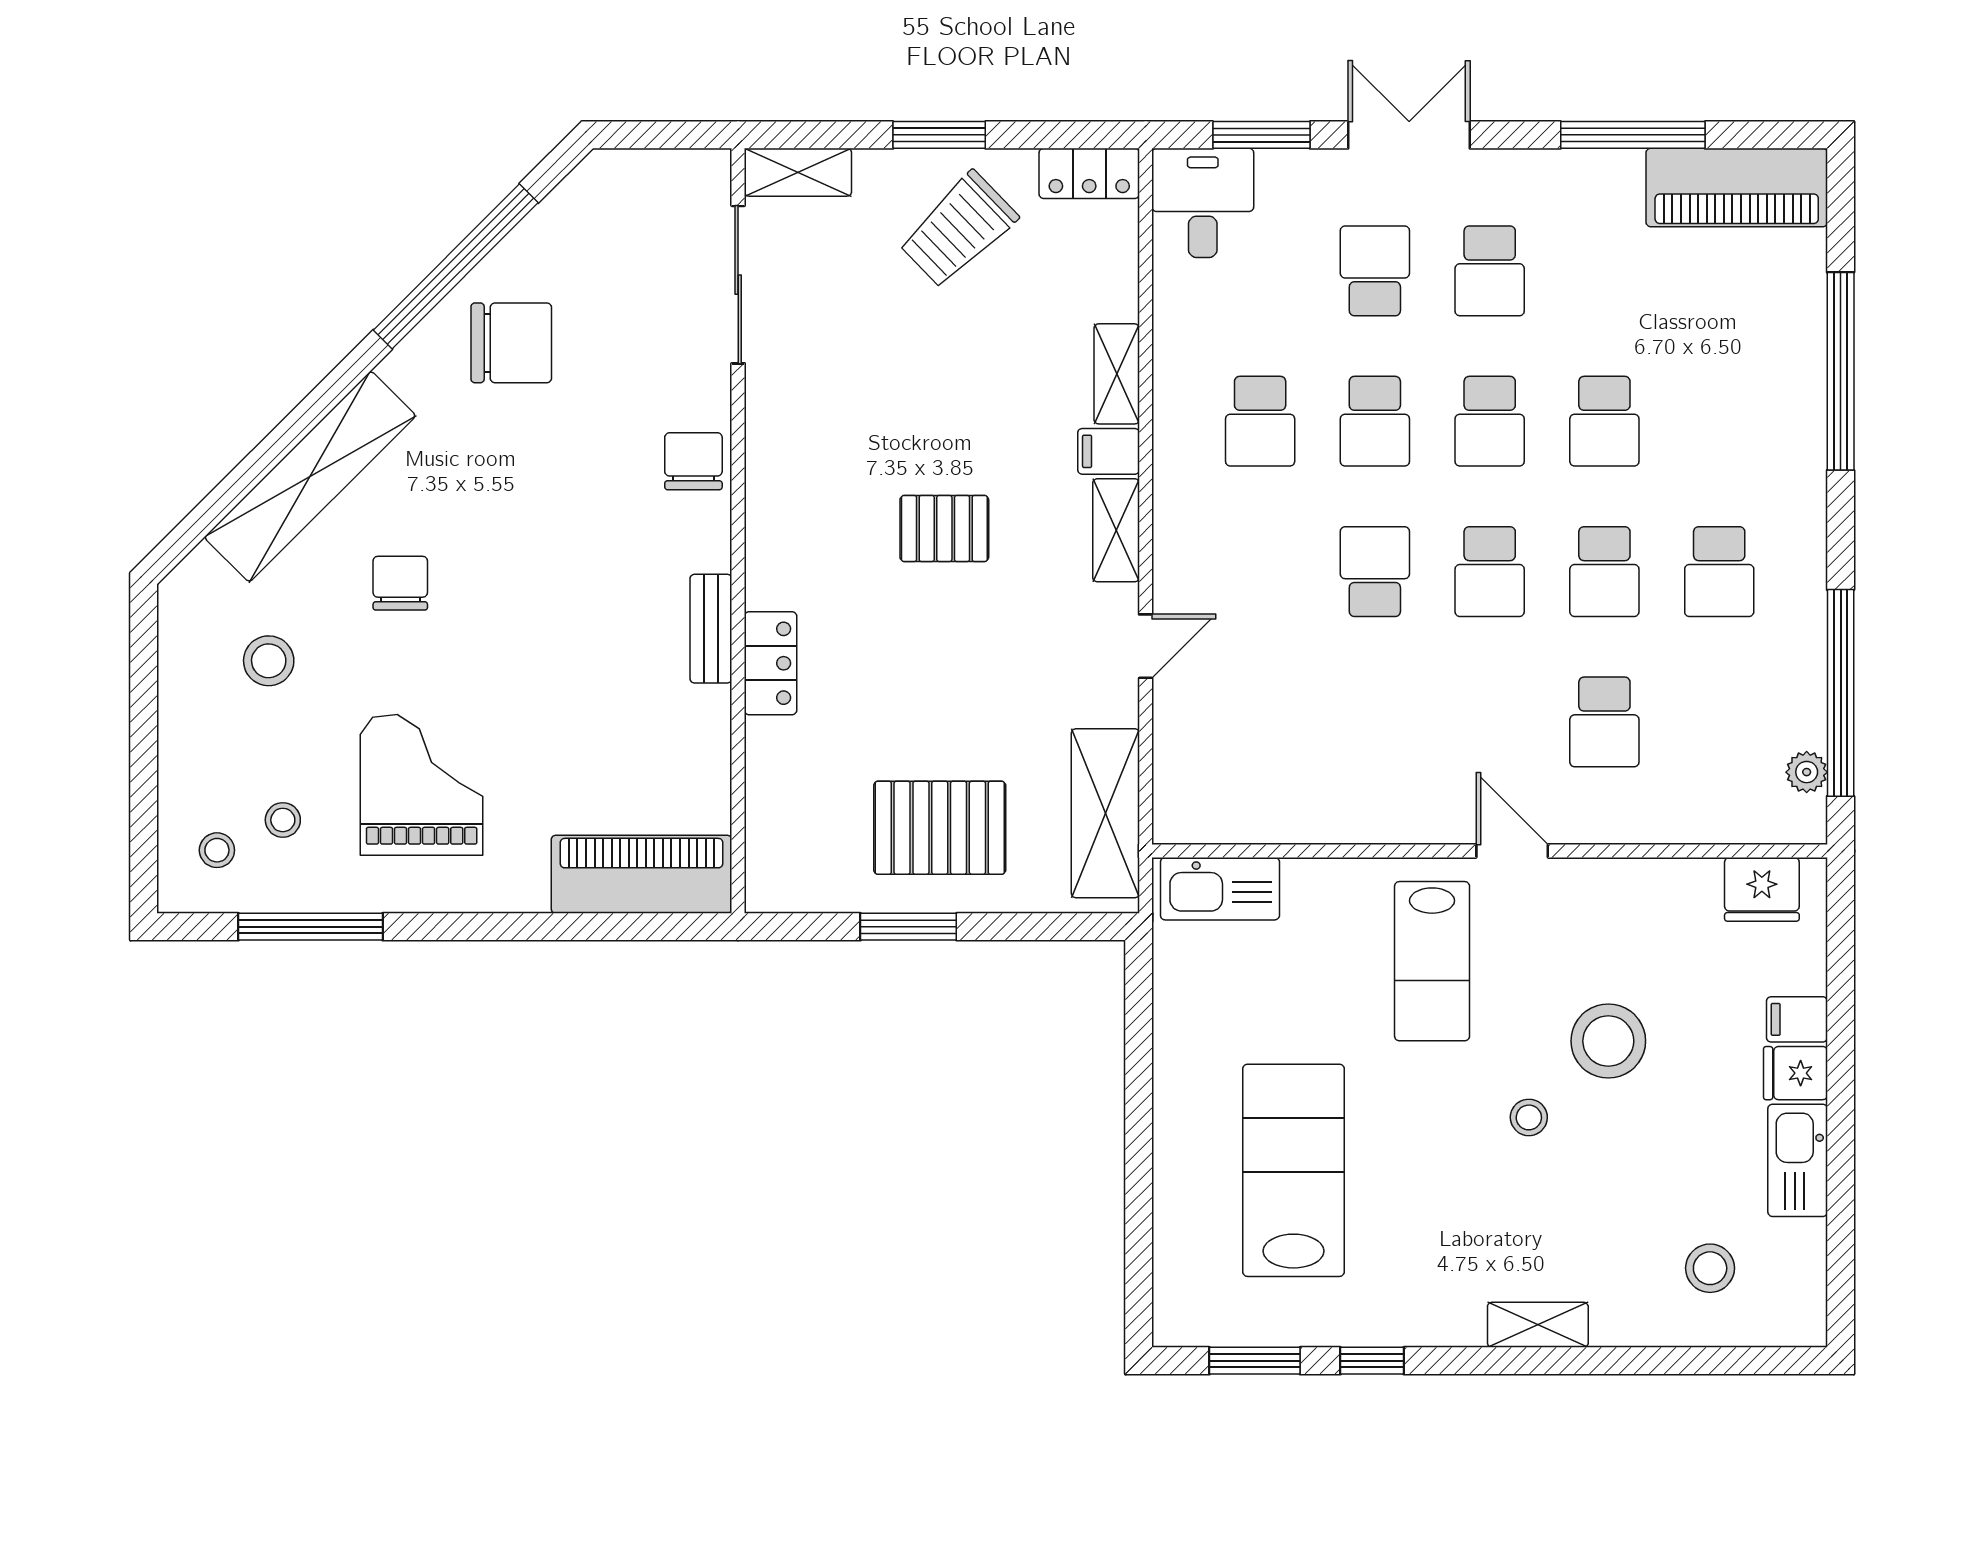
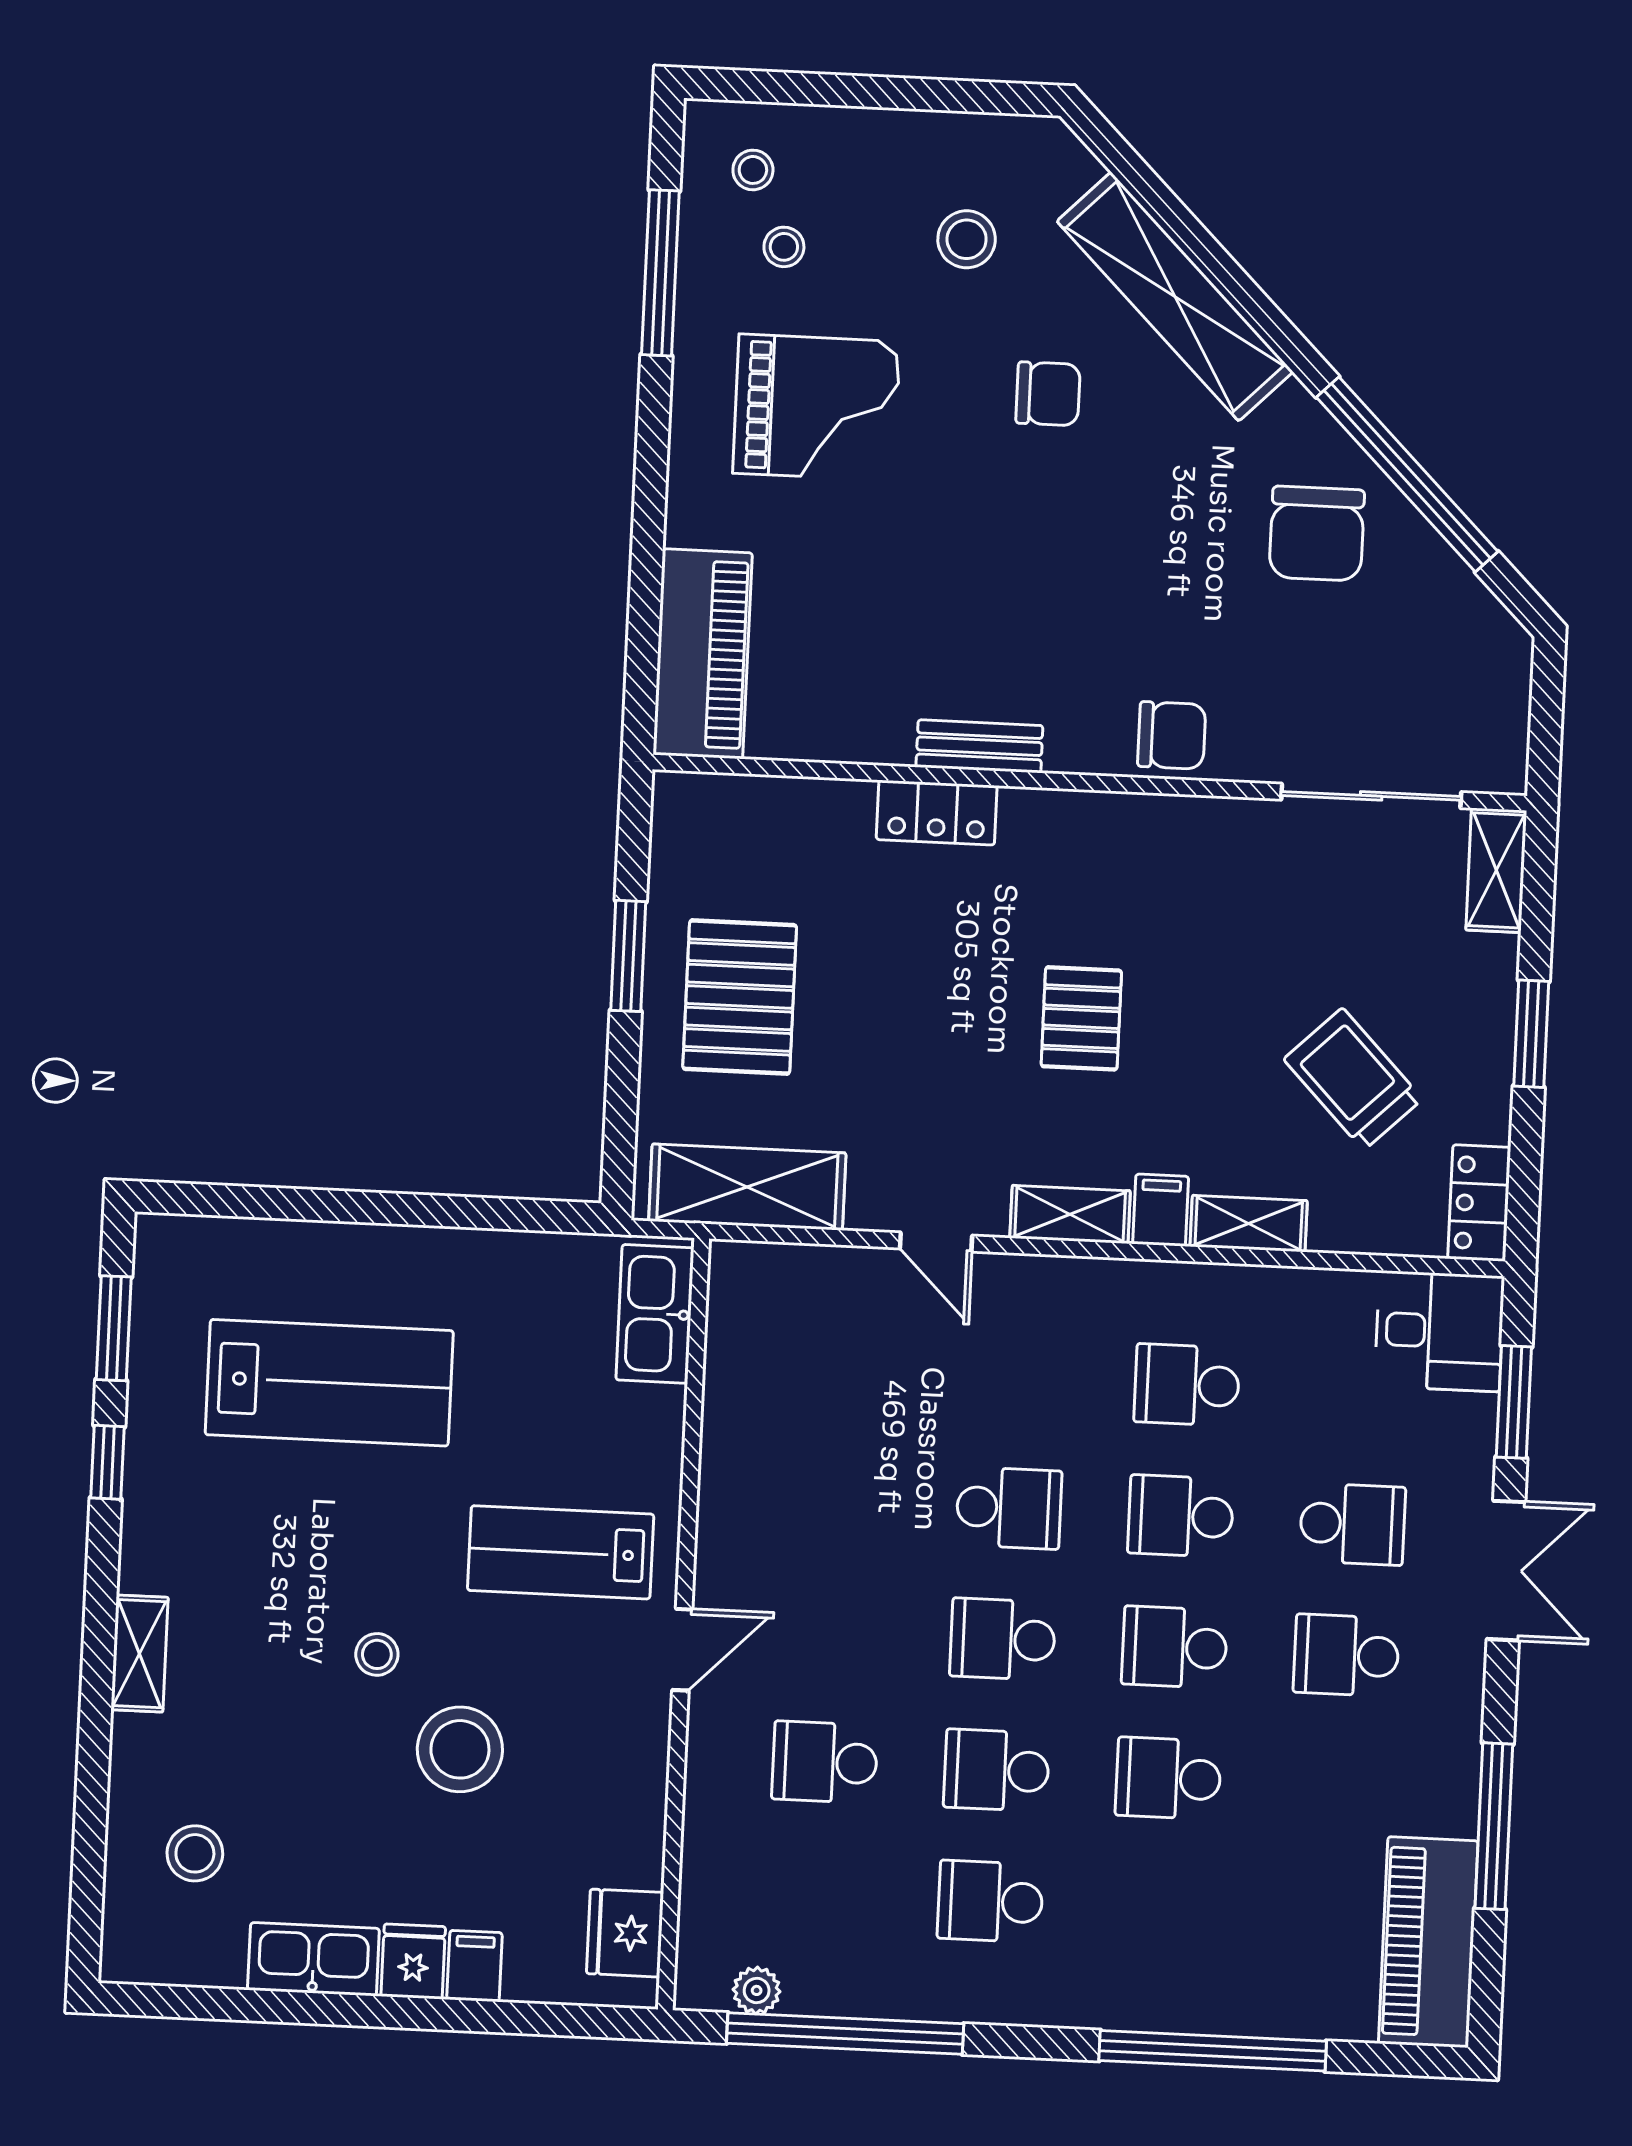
trolley: (958, 230) -> (1353, 1079), moved

